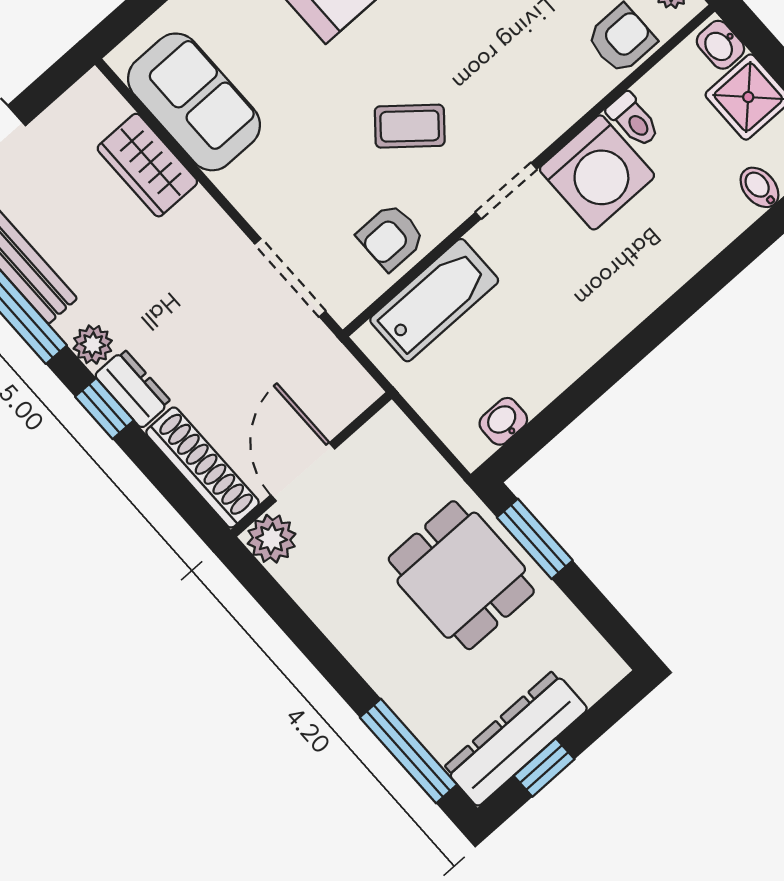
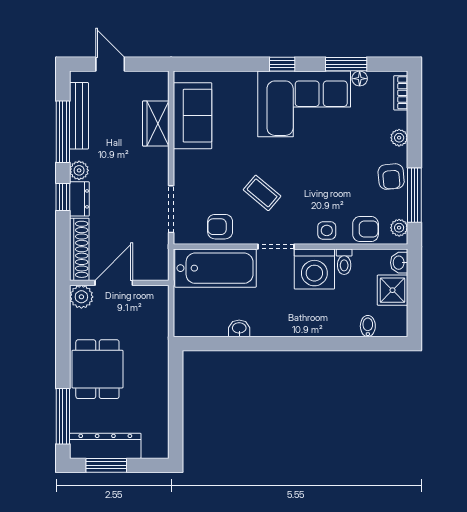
side table: (563, 95) -> (327, 230), added
bathtub: (434, 300) -> (215, 268), width x1.36, depth x1.36
washbasin: (503, 421) -> (239, 328), moved
window: (535, 539) -> (176, 380), removed
dining table: (461, 575) -> (97, 369), moved
window: (544, 767) -> (106, 465), width x1.50

